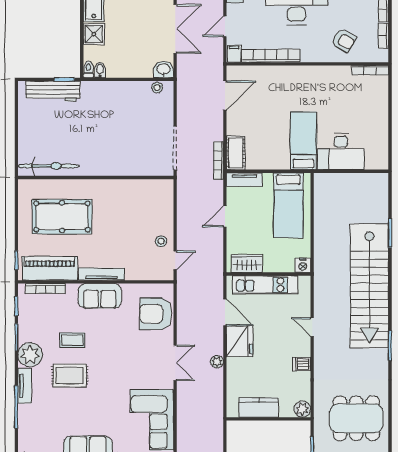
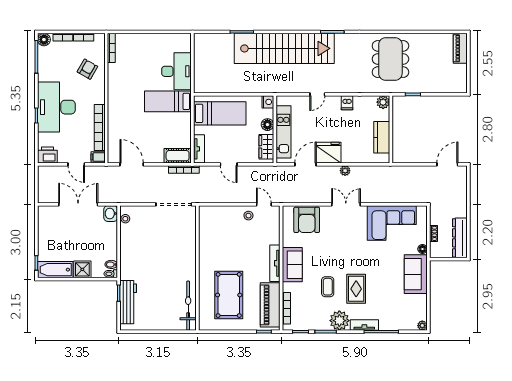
floor lamp: (274, 265) -> (267, 125), added

